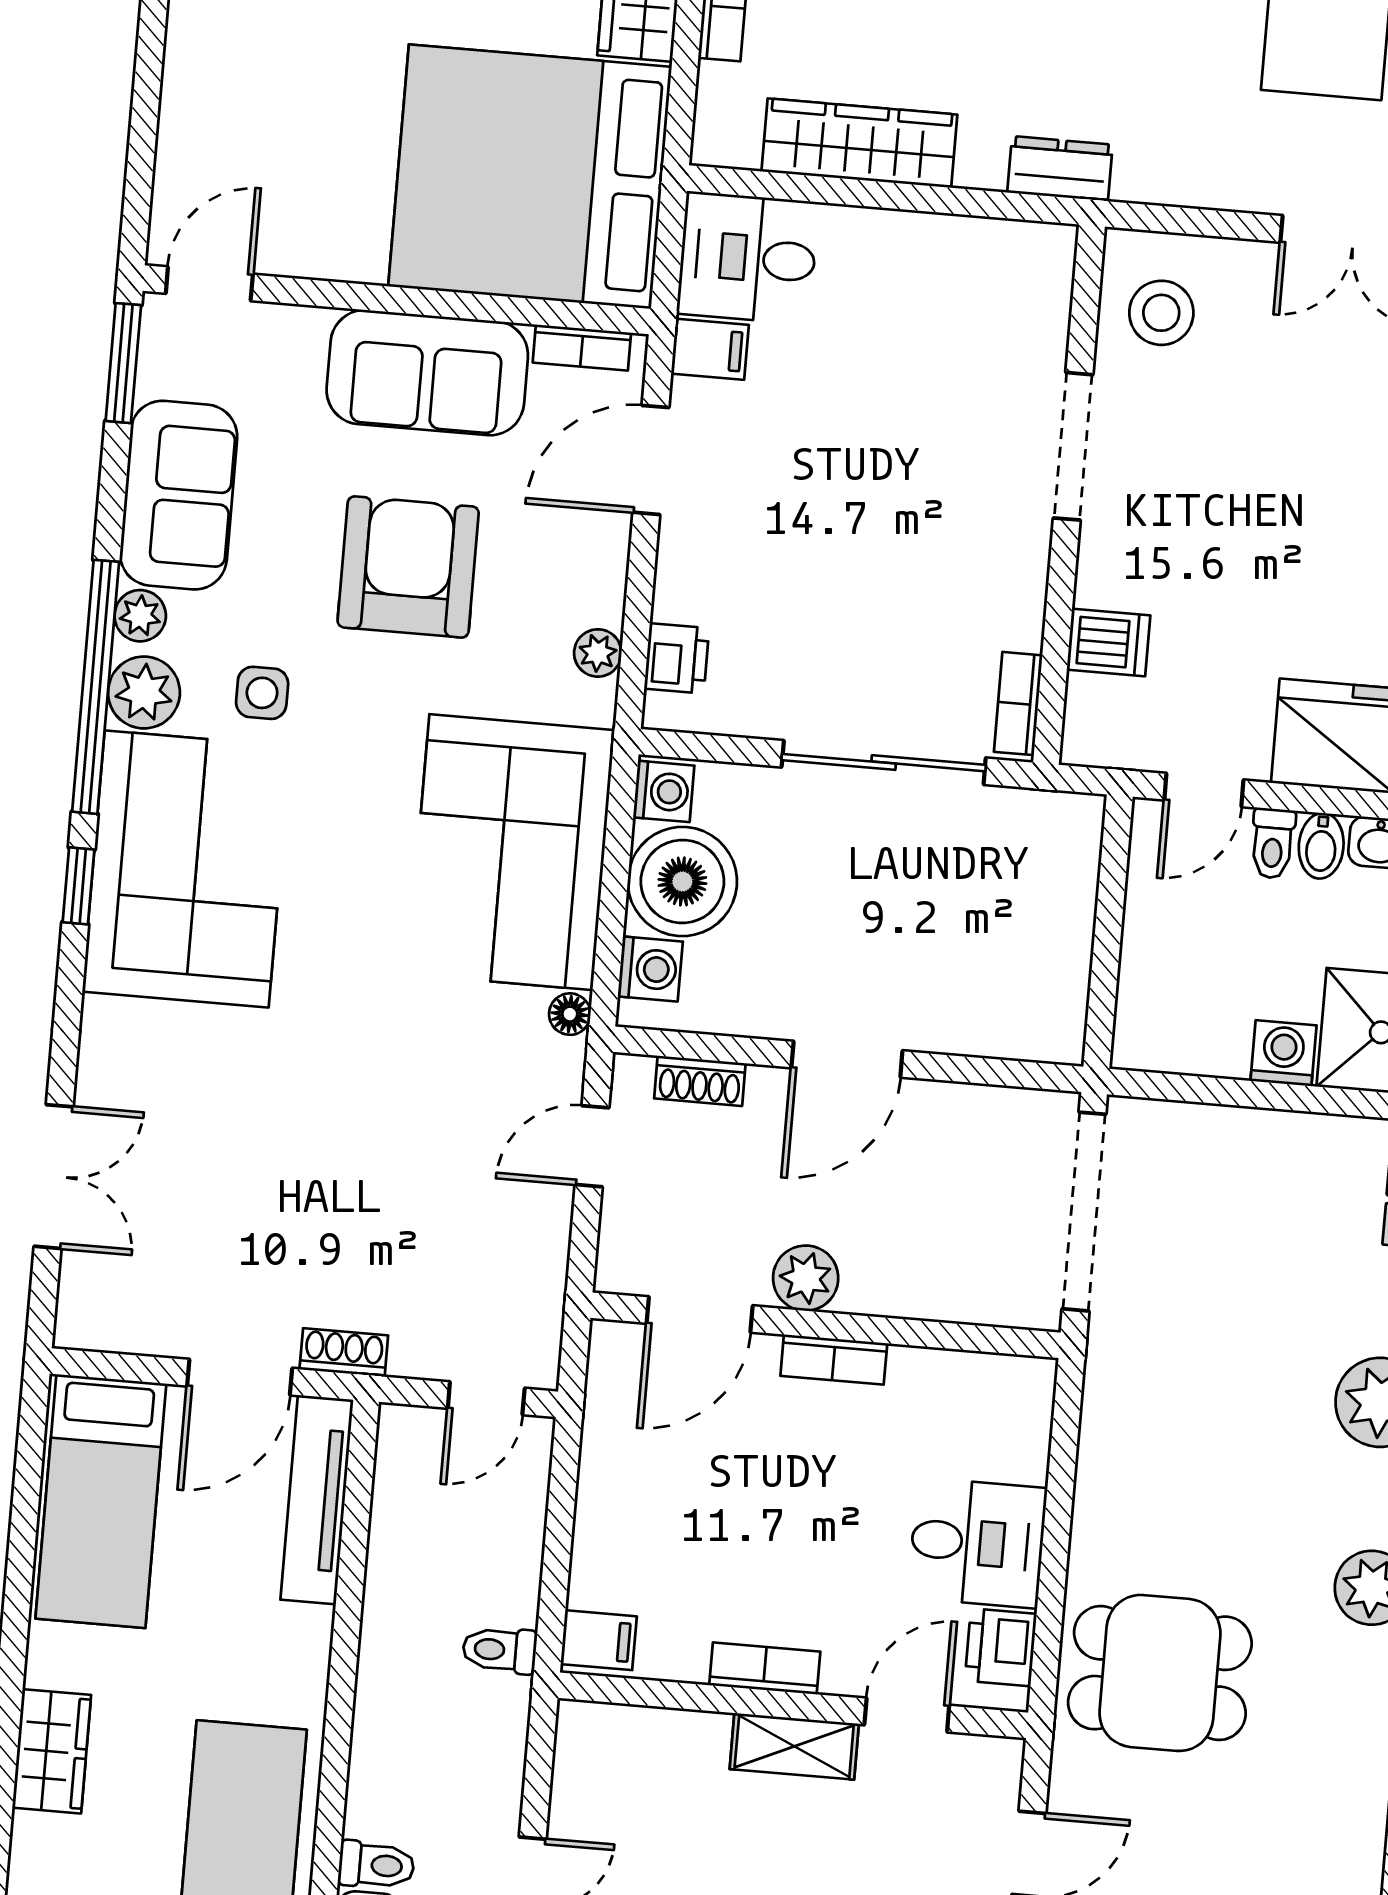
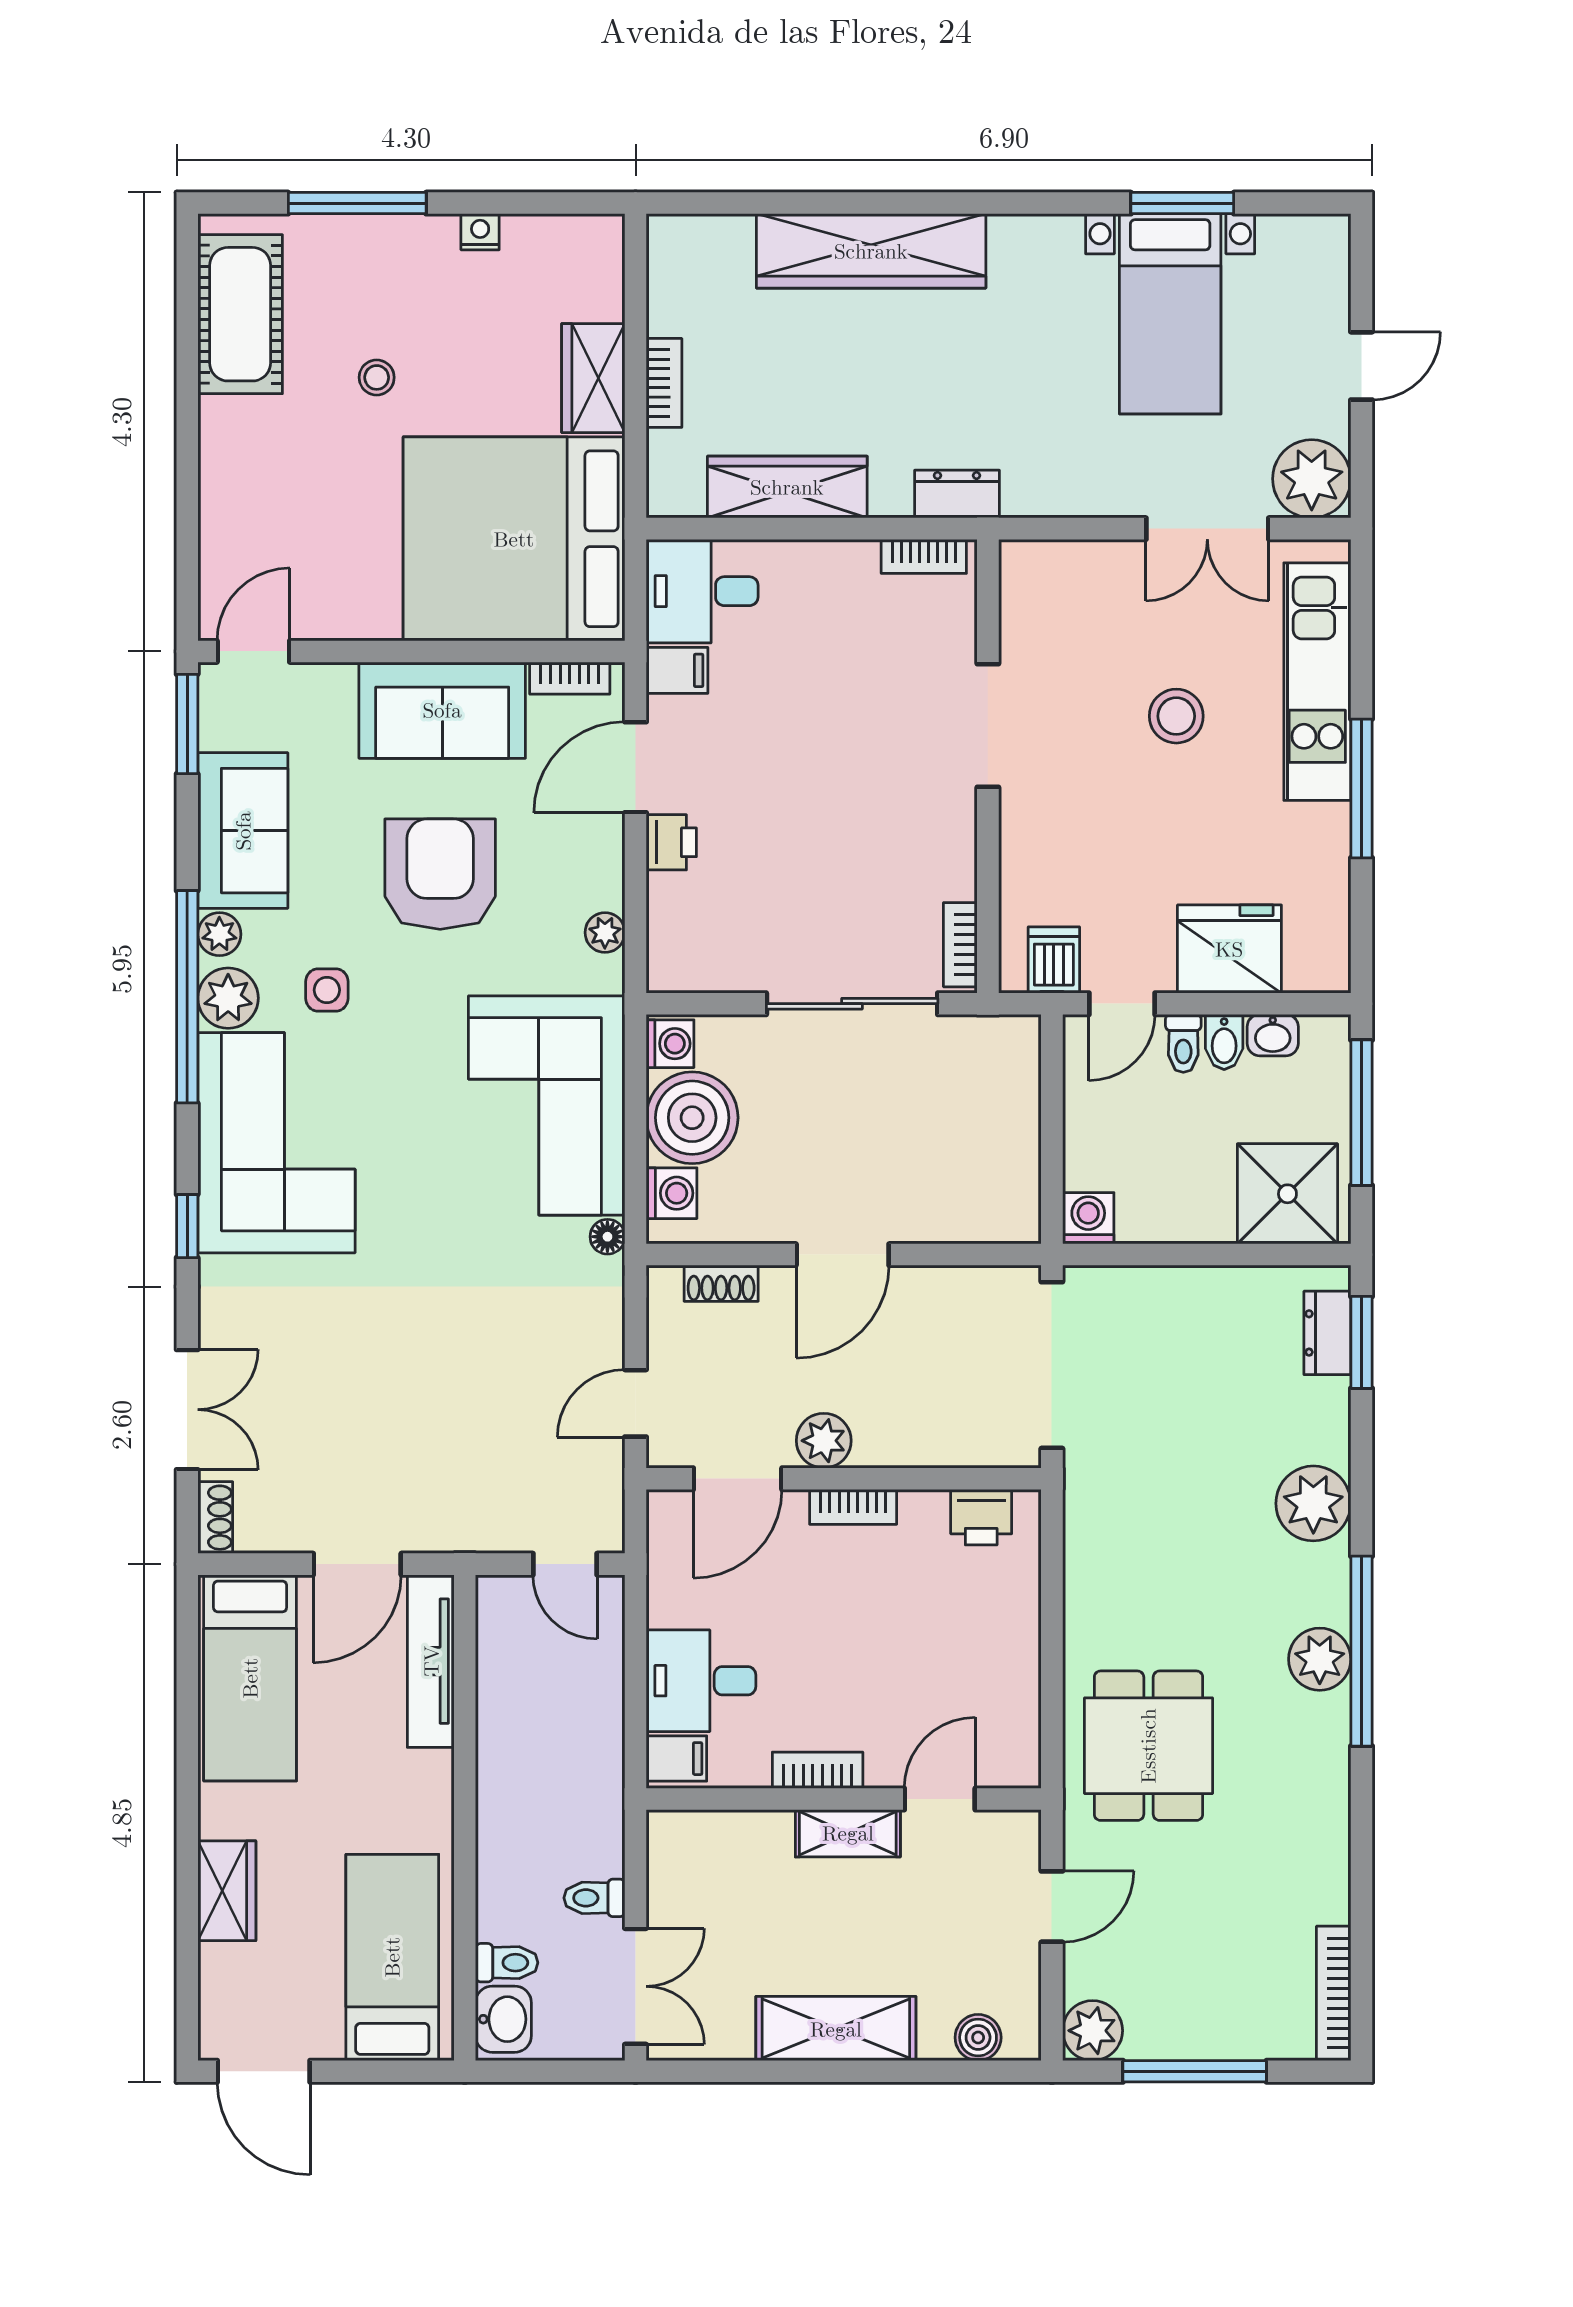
bookcase: (1014, 239) -> (924, 556), added
stool: (1161, 313) -> (1176, 716), moved
dishwasher: (1109, 643) -> (1054, 960), moved, turned -90
printer: (677, 658) -> (671, 842), moved
window: (79, 886) -> (187, 1226), moved
washing machine: (1283, 1053) -> (1088, 1218), moved
door: (592, 1146) -> (636, 1403), moved
shoe rack: (344, 1352) -> (215, 1518), moved, turned 90
door: (486, 1398) -> (565, 1564), hinge flipped
desk: (977, 1543) -> (701, 1681), moved, turned 180
printer: (1001, 1647) -> (981, 1517), moved, turned -90
toilet: (500, 1650) -> (594, 1898), moved
dining table: (1160, 1673) -> (1148, 1746), turned 90

